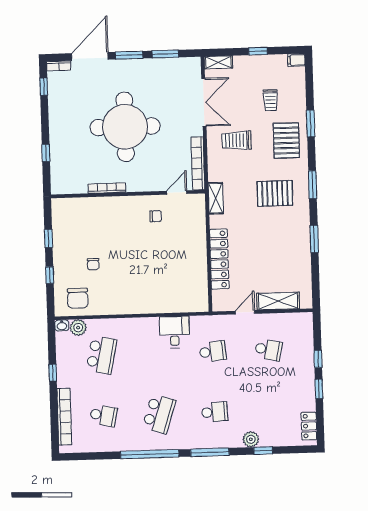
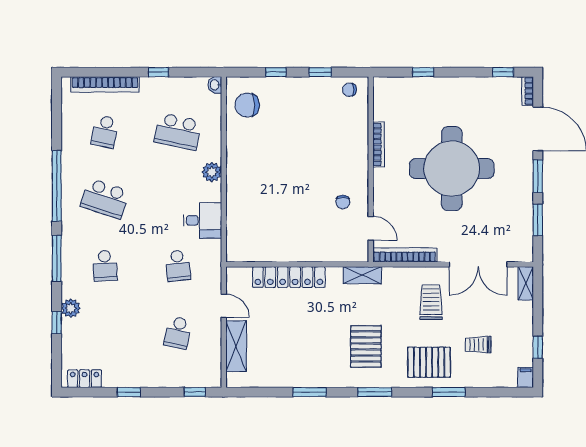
window: (258, 51) -> (538, 347), moved
chair: (93, 264) -> (349, 90), moved
plant: (78, 328) -> (212, 172), moved
window: (318, 359) -> (195, 392), moved

